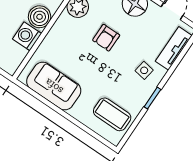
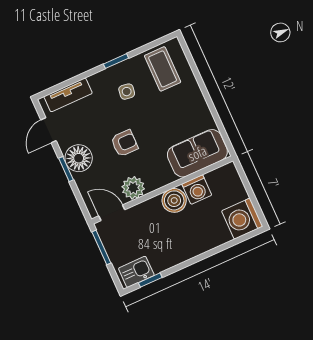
side table: (144, 70) -> (127, 92), moved
sofa: (54, 86) -> (197, 153), moved, turned 90

